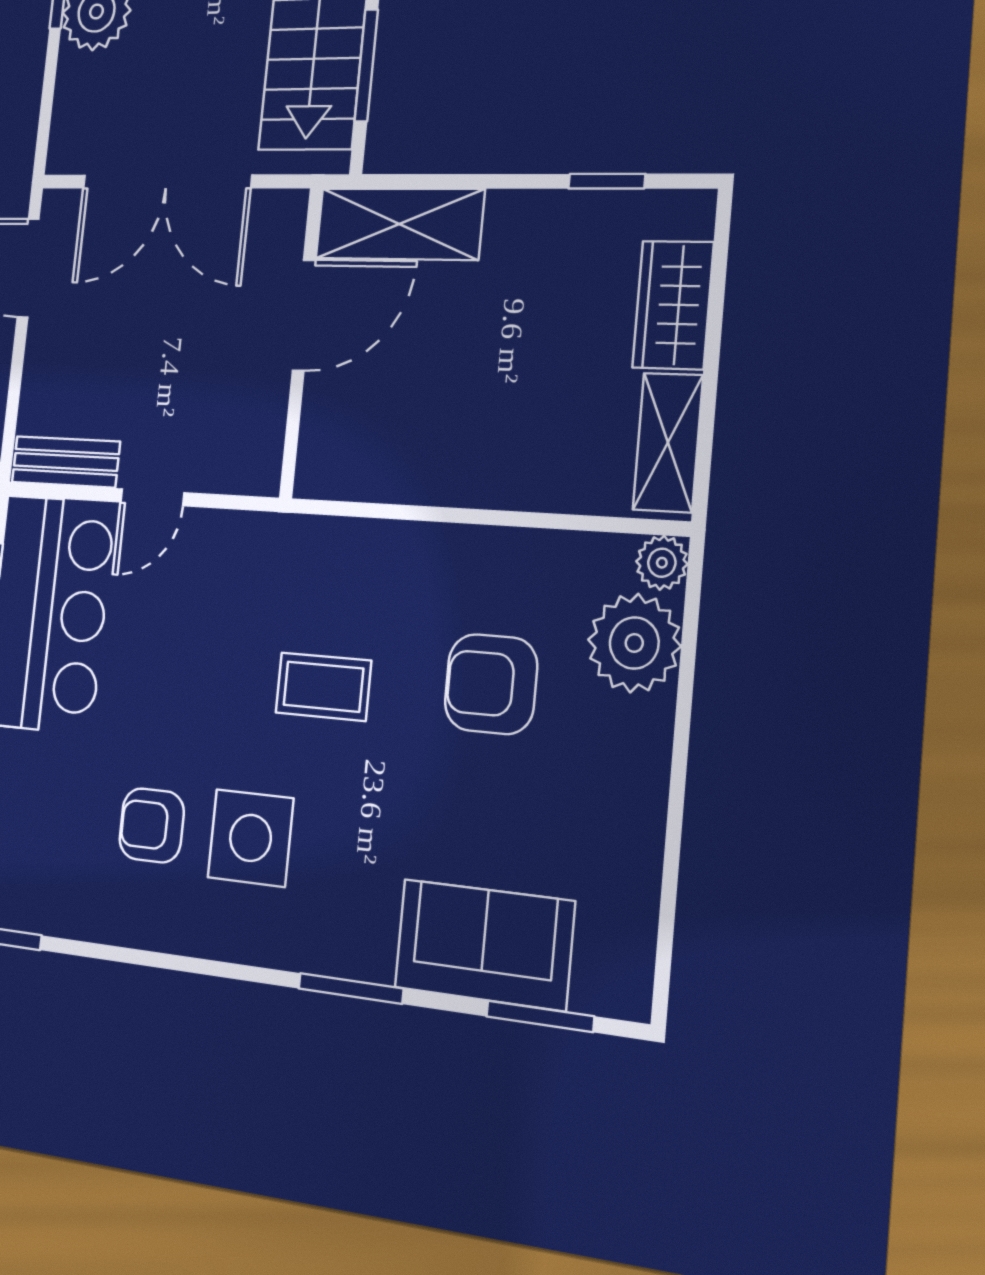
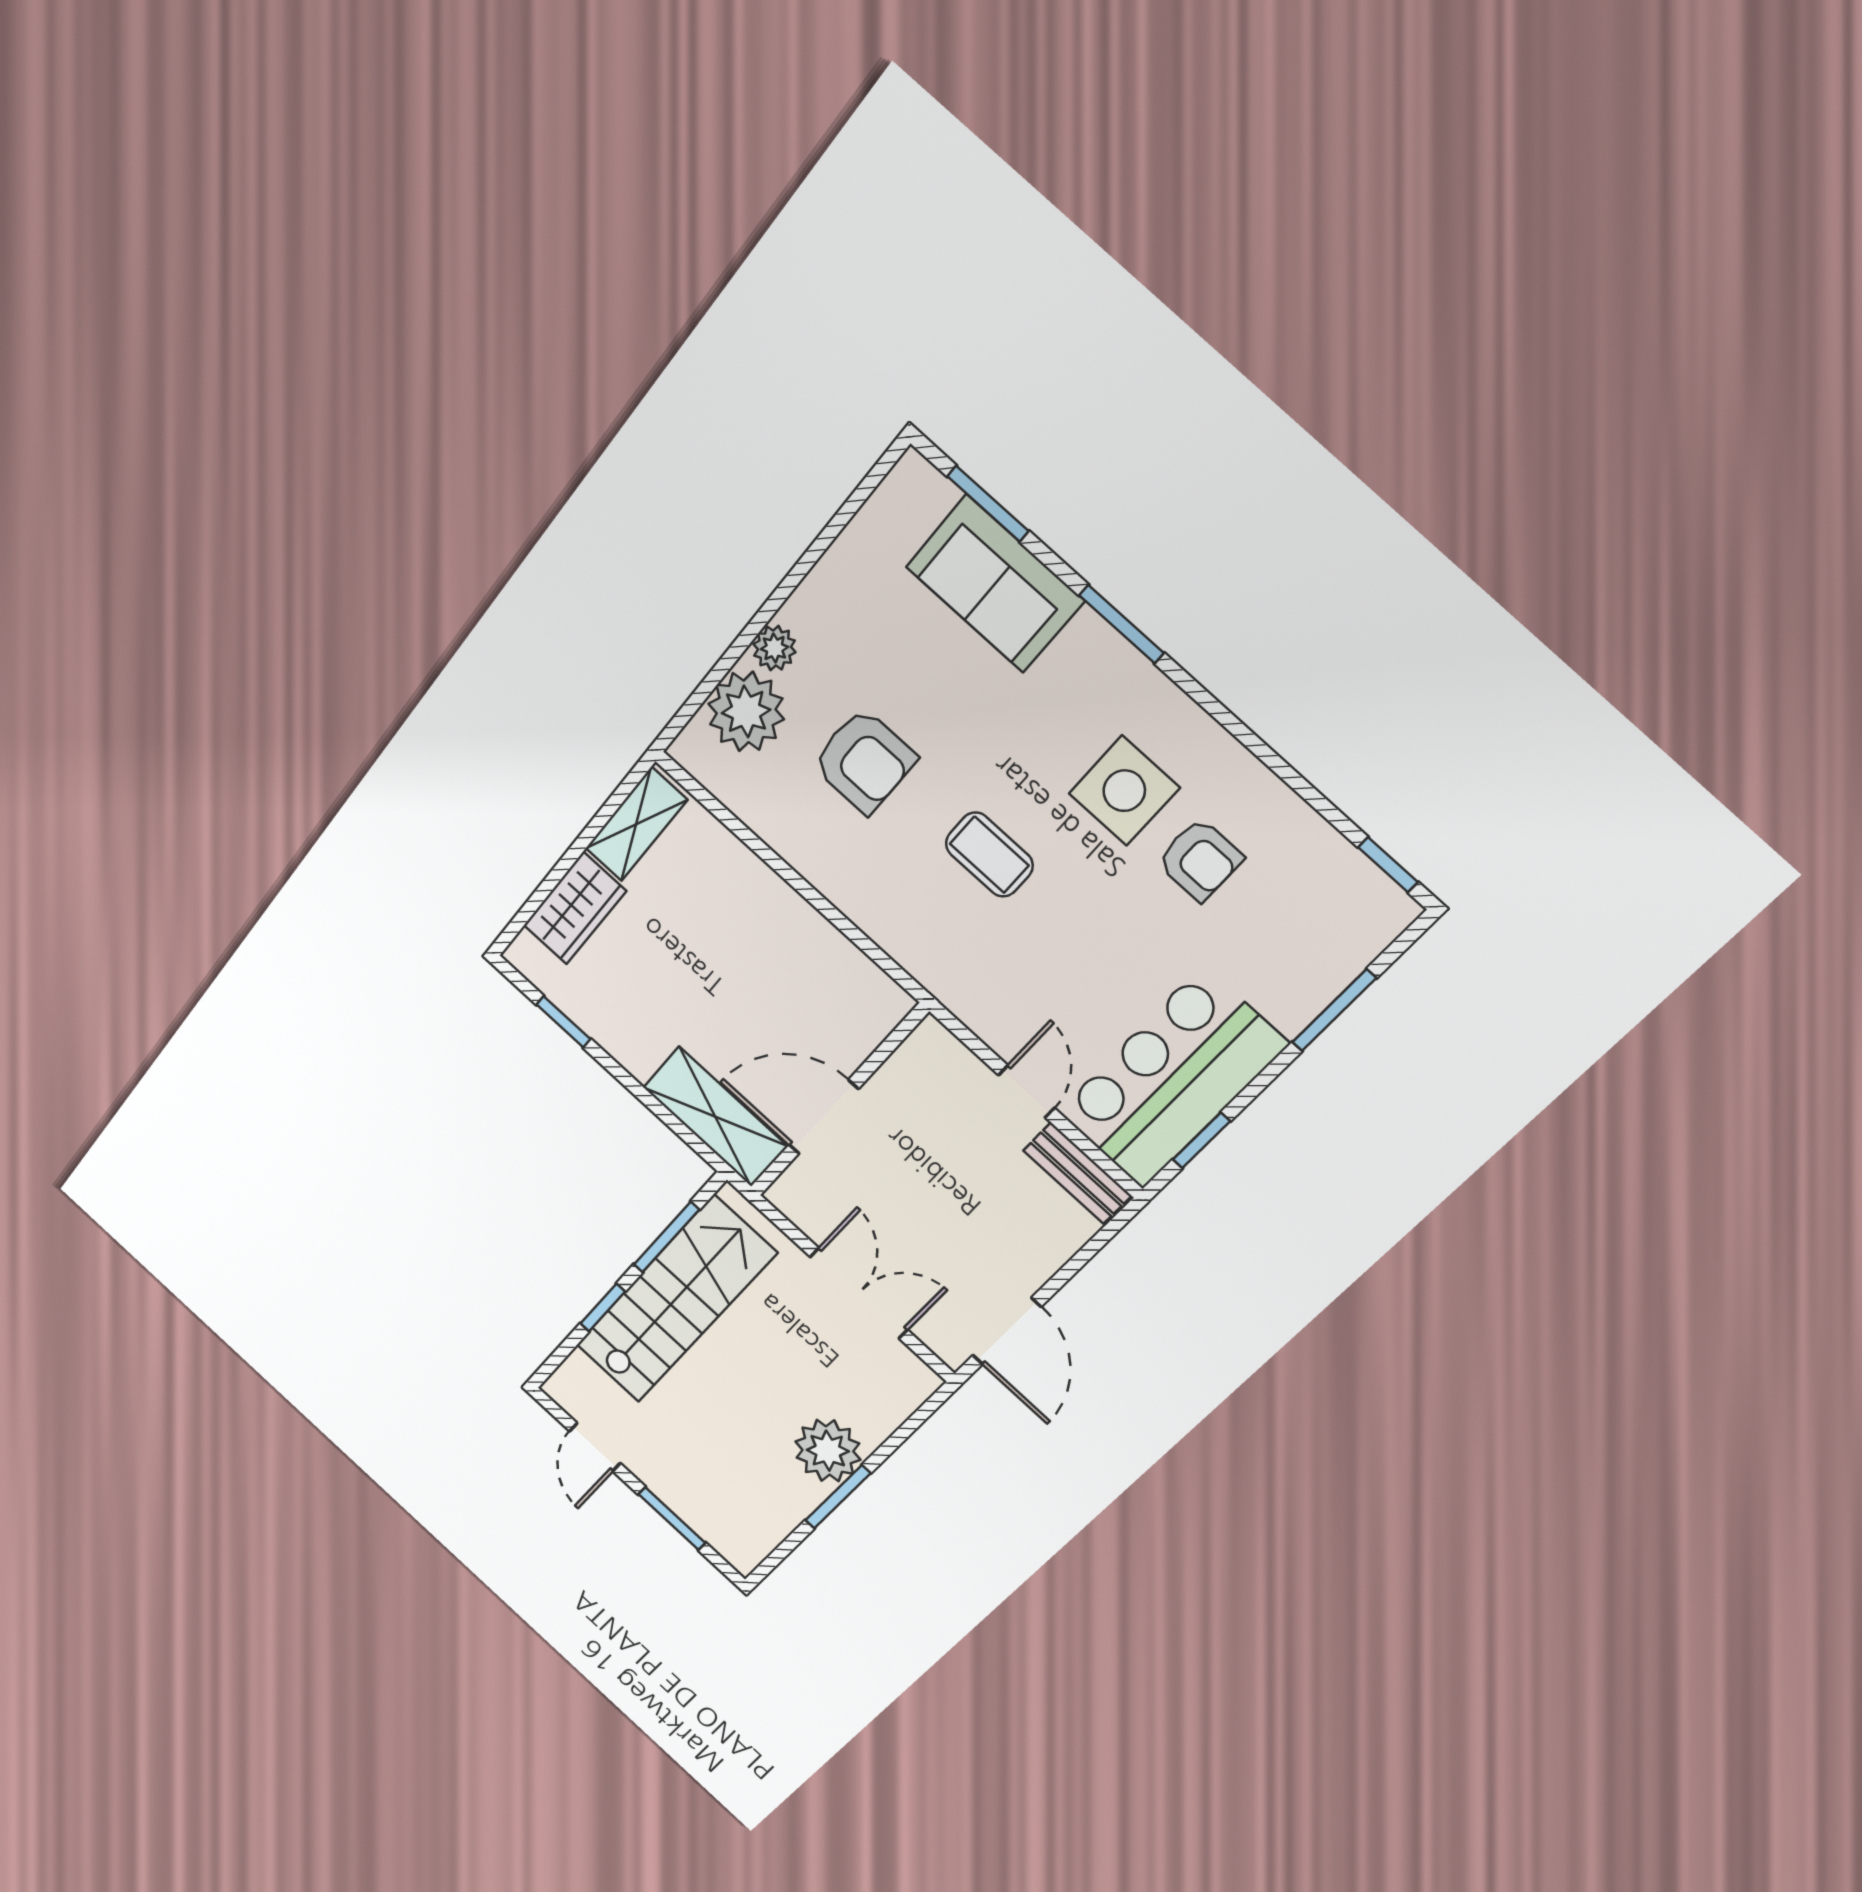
double door: (166, 182) -> (859, 1293), width x0.73
door: (152, 497) -> (1026, 1091), hinge flipped
plant: (662, 563) -> (774, 648), moved

